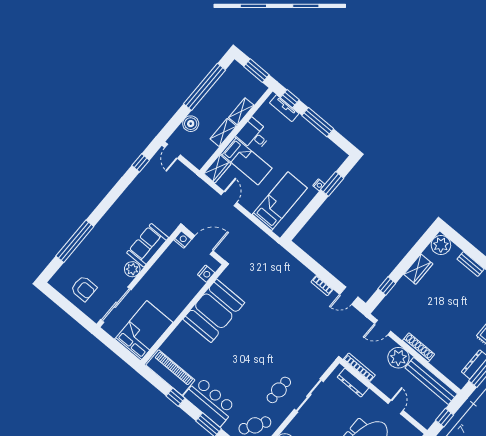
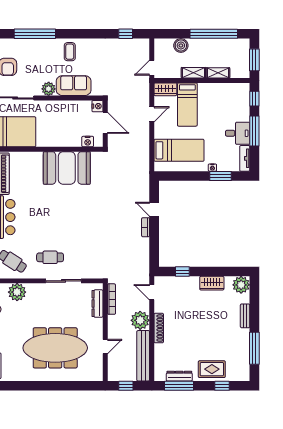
tv unit: (284, 108) -> (245, 158), moved
desk: (254, 135) -> (238, 133), moved, turned 90
door: (173, 151) -> (152, 68), moved
coffee table: (116, 224) -> (70, 52), added
door: (349, 296) -> (154, 209), moved

